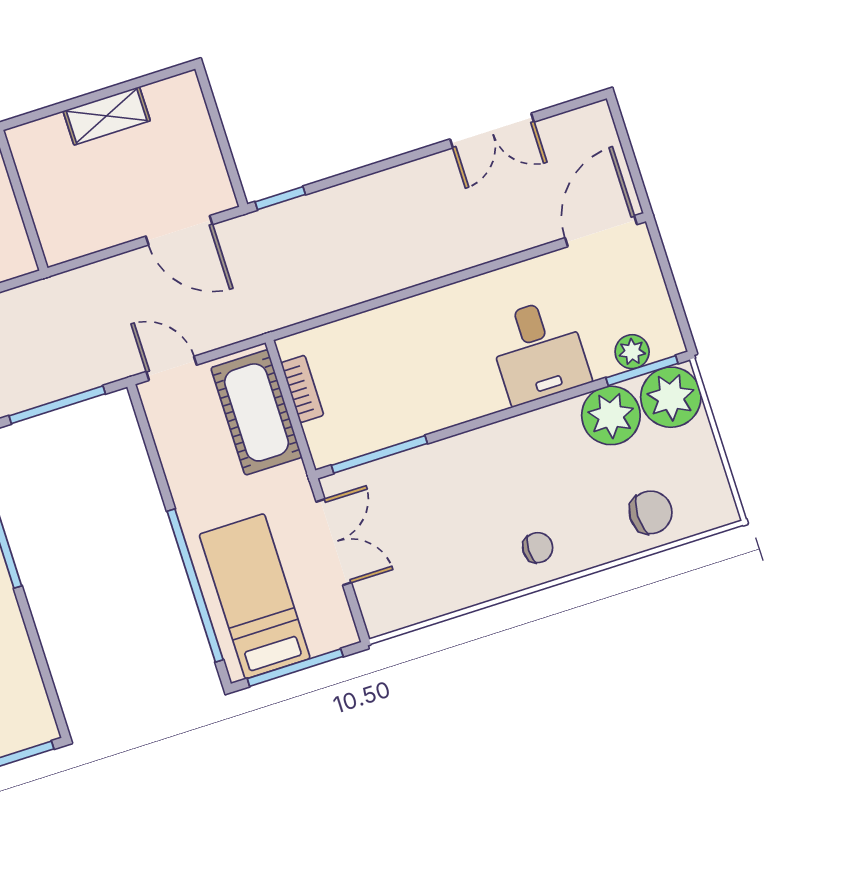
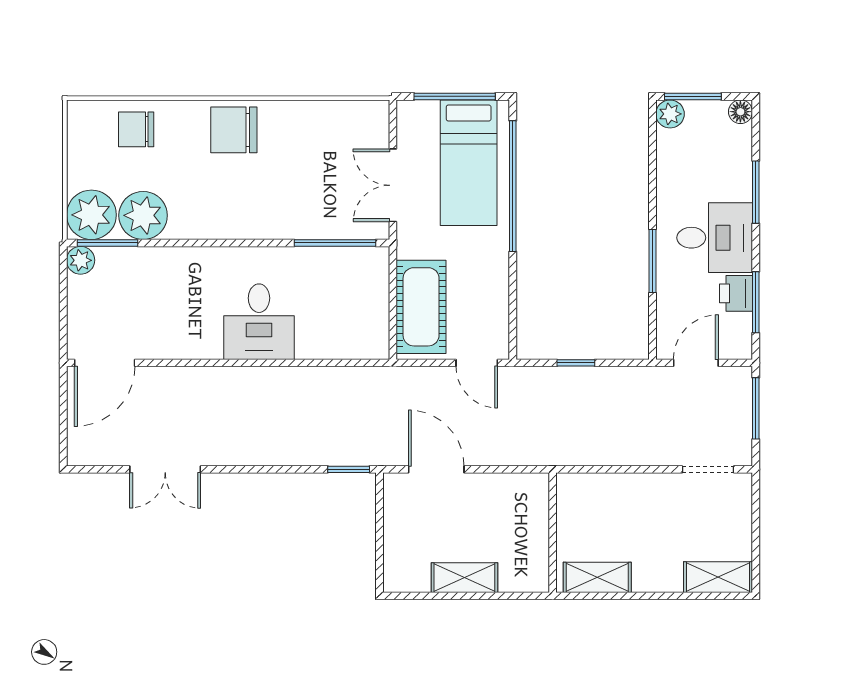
double door: (492, 131) -> (165, 469), swing flipped
desk: (539, 351) -> (259, 322), moved, turned 180
plant: (632, 352) -> (81, 260), moved
bookcase: (302, 389) -> (379, 314), removed
window: (57, 405) -> (576, 363), width x0.46
chair: (538, 548) -> (234, 130), width x1.87, depth x1.87
plant: (40, 727) -> (670, 114), added

